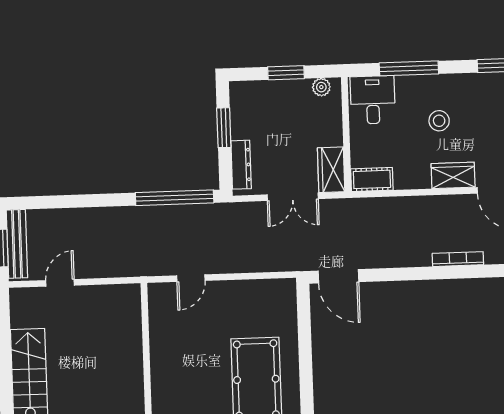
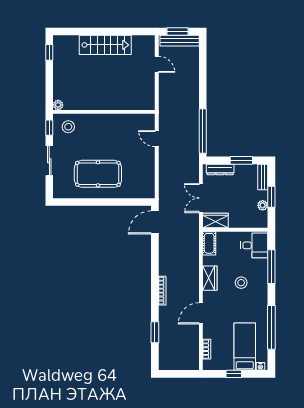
plant: (321, 87) -> (263, 205), moved
bench: (252, 89) -> (263, 177), added
wardrobe: (453, 175) -> (210, 278), moved

